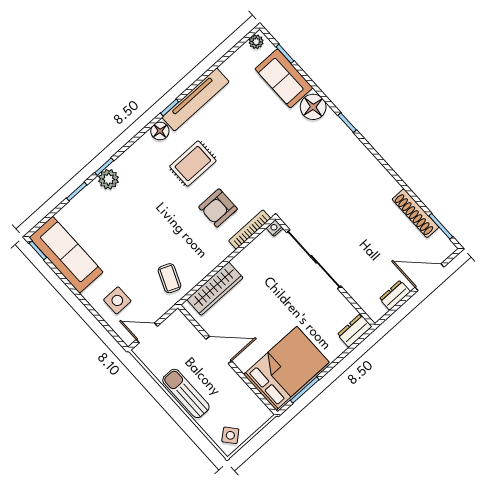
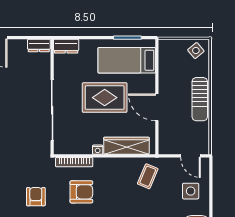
armchair: (256, 165) -> (36, 197), added
nightstand: (275, 228) -> (98, 150), moved
dresser: (395, 295) -> (39, 45), moved
rug: (276, 315) -> (105, 98), added
bed: (286, 368) -> (127, 60), width x0.67

